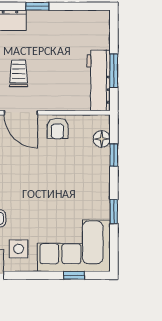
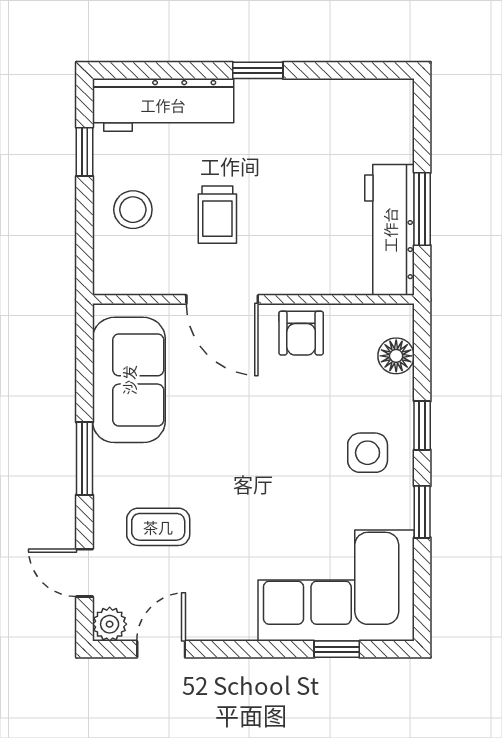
trolley: (19, 73) -> (217, 215), turned 180
window: (114, 155) -> (422, 425), moved
side table: (19, 249) -> (368, 453), moved

